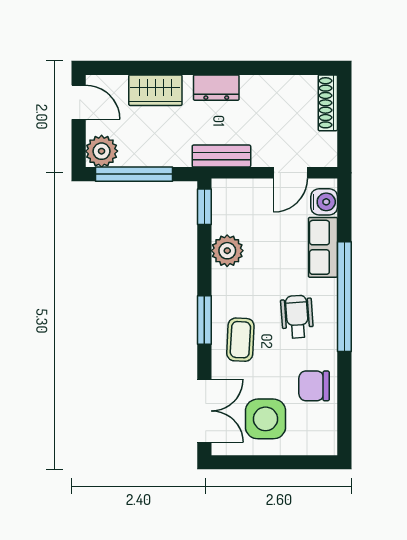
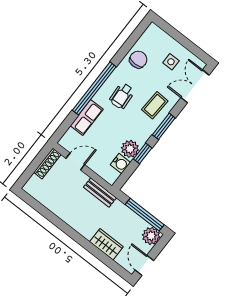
dresser: (216, 88) -> (79, 224), removed
shoe rack: (328, 103) -> (47, 163), moved
water cooler: (324, 202) -> (120, 164), moved, turned 180
window: (204, 207) -> (143, 153), moved
chair: (314, 386) -> (138, 60), turned -90
side table: (265, 419) -> (171, 62), width x0.54, depth x0.54

